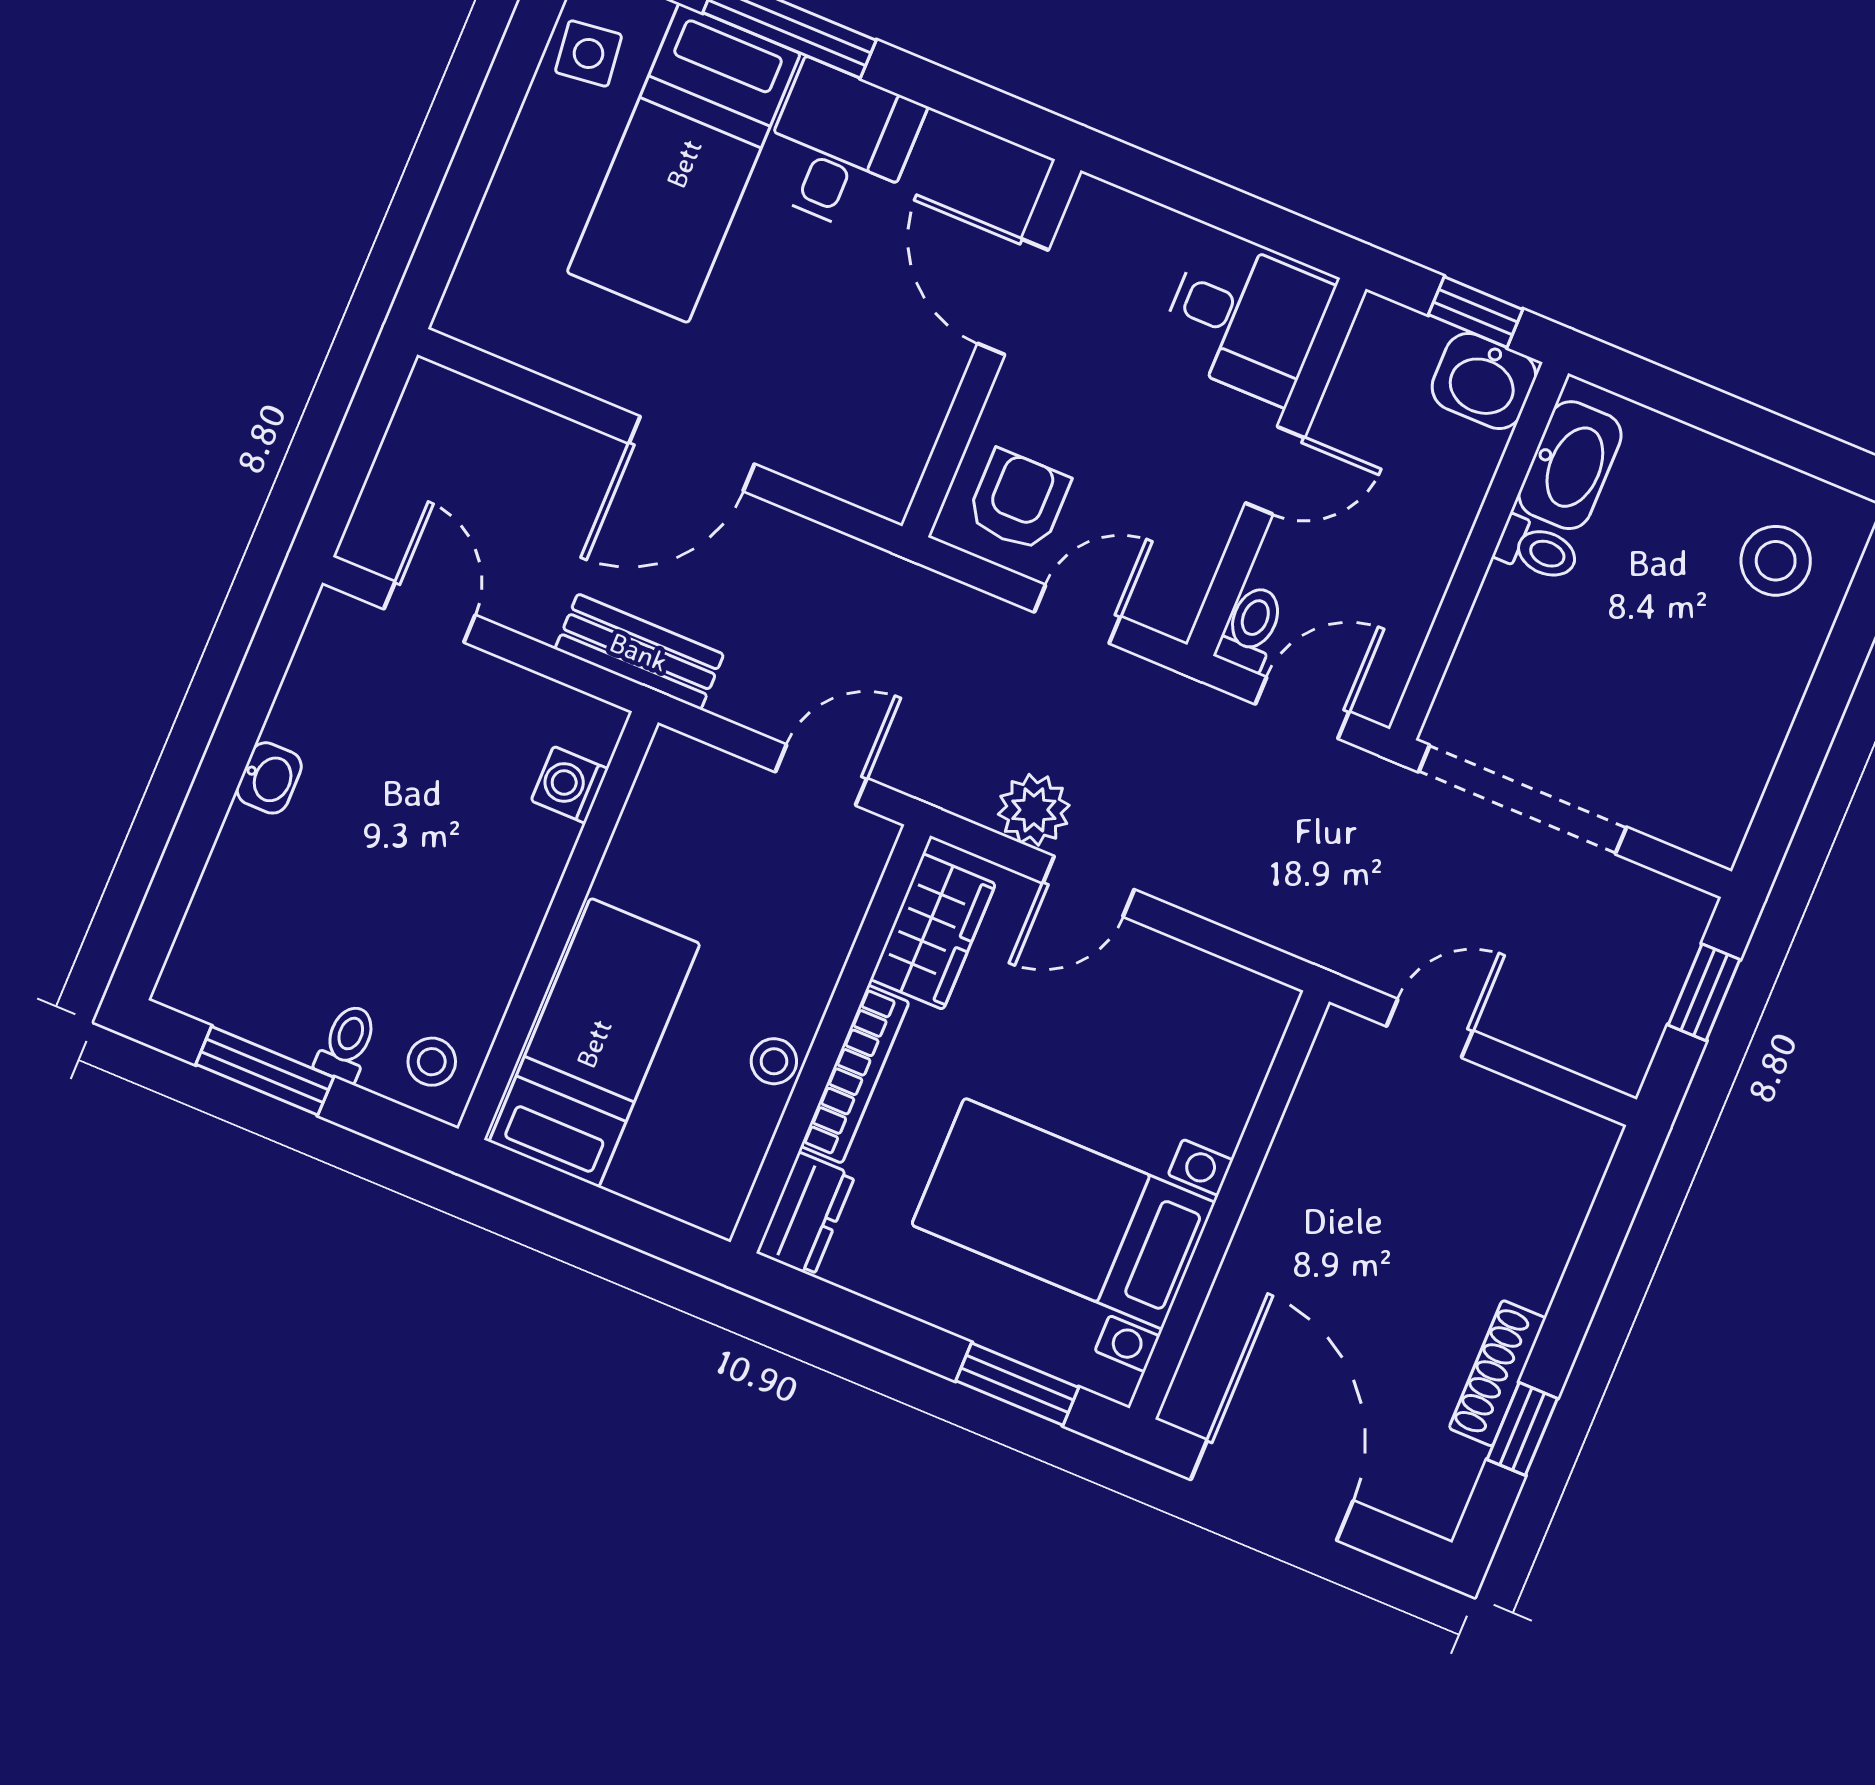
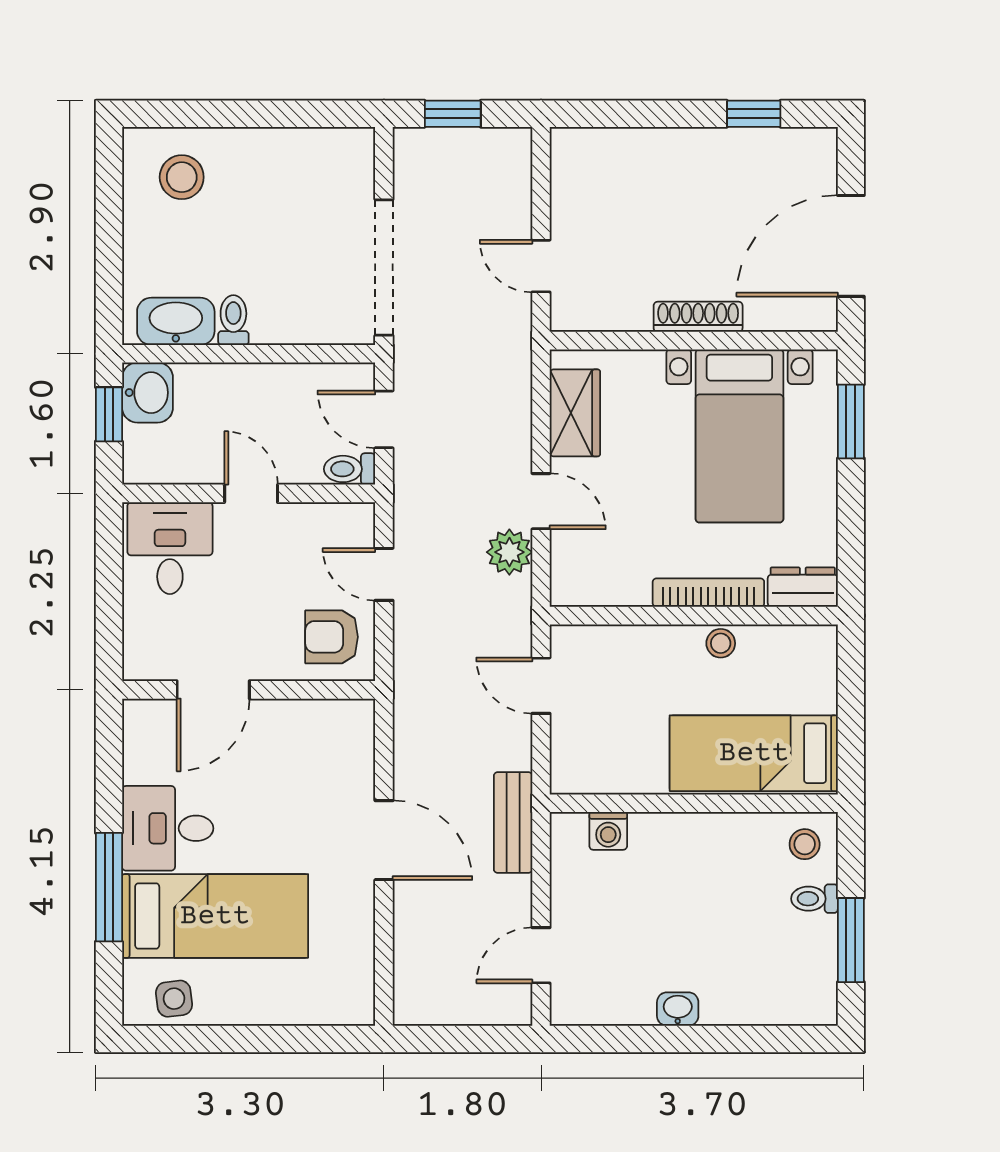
wardrobe: (933, 932) -> (575, 413), moved, turned 90
shoe rack: (1497, 1373) -> (698, 317), moved, turned 180

